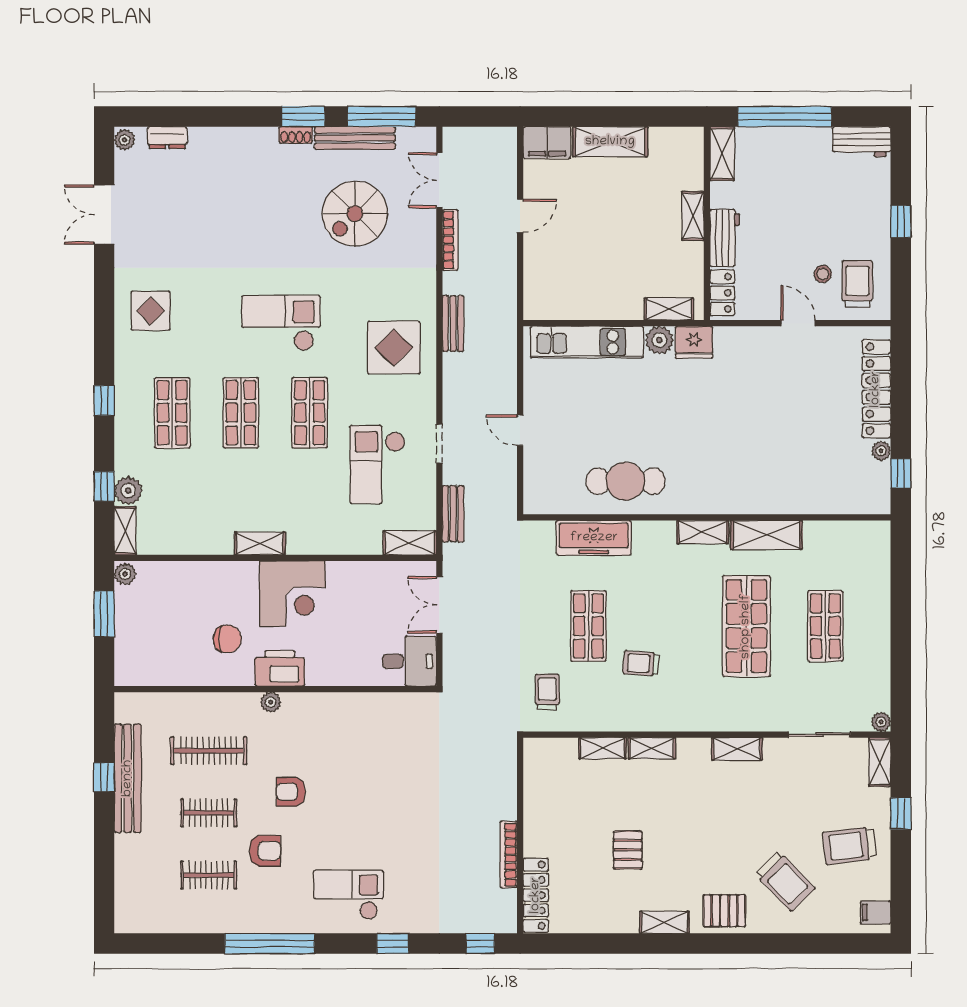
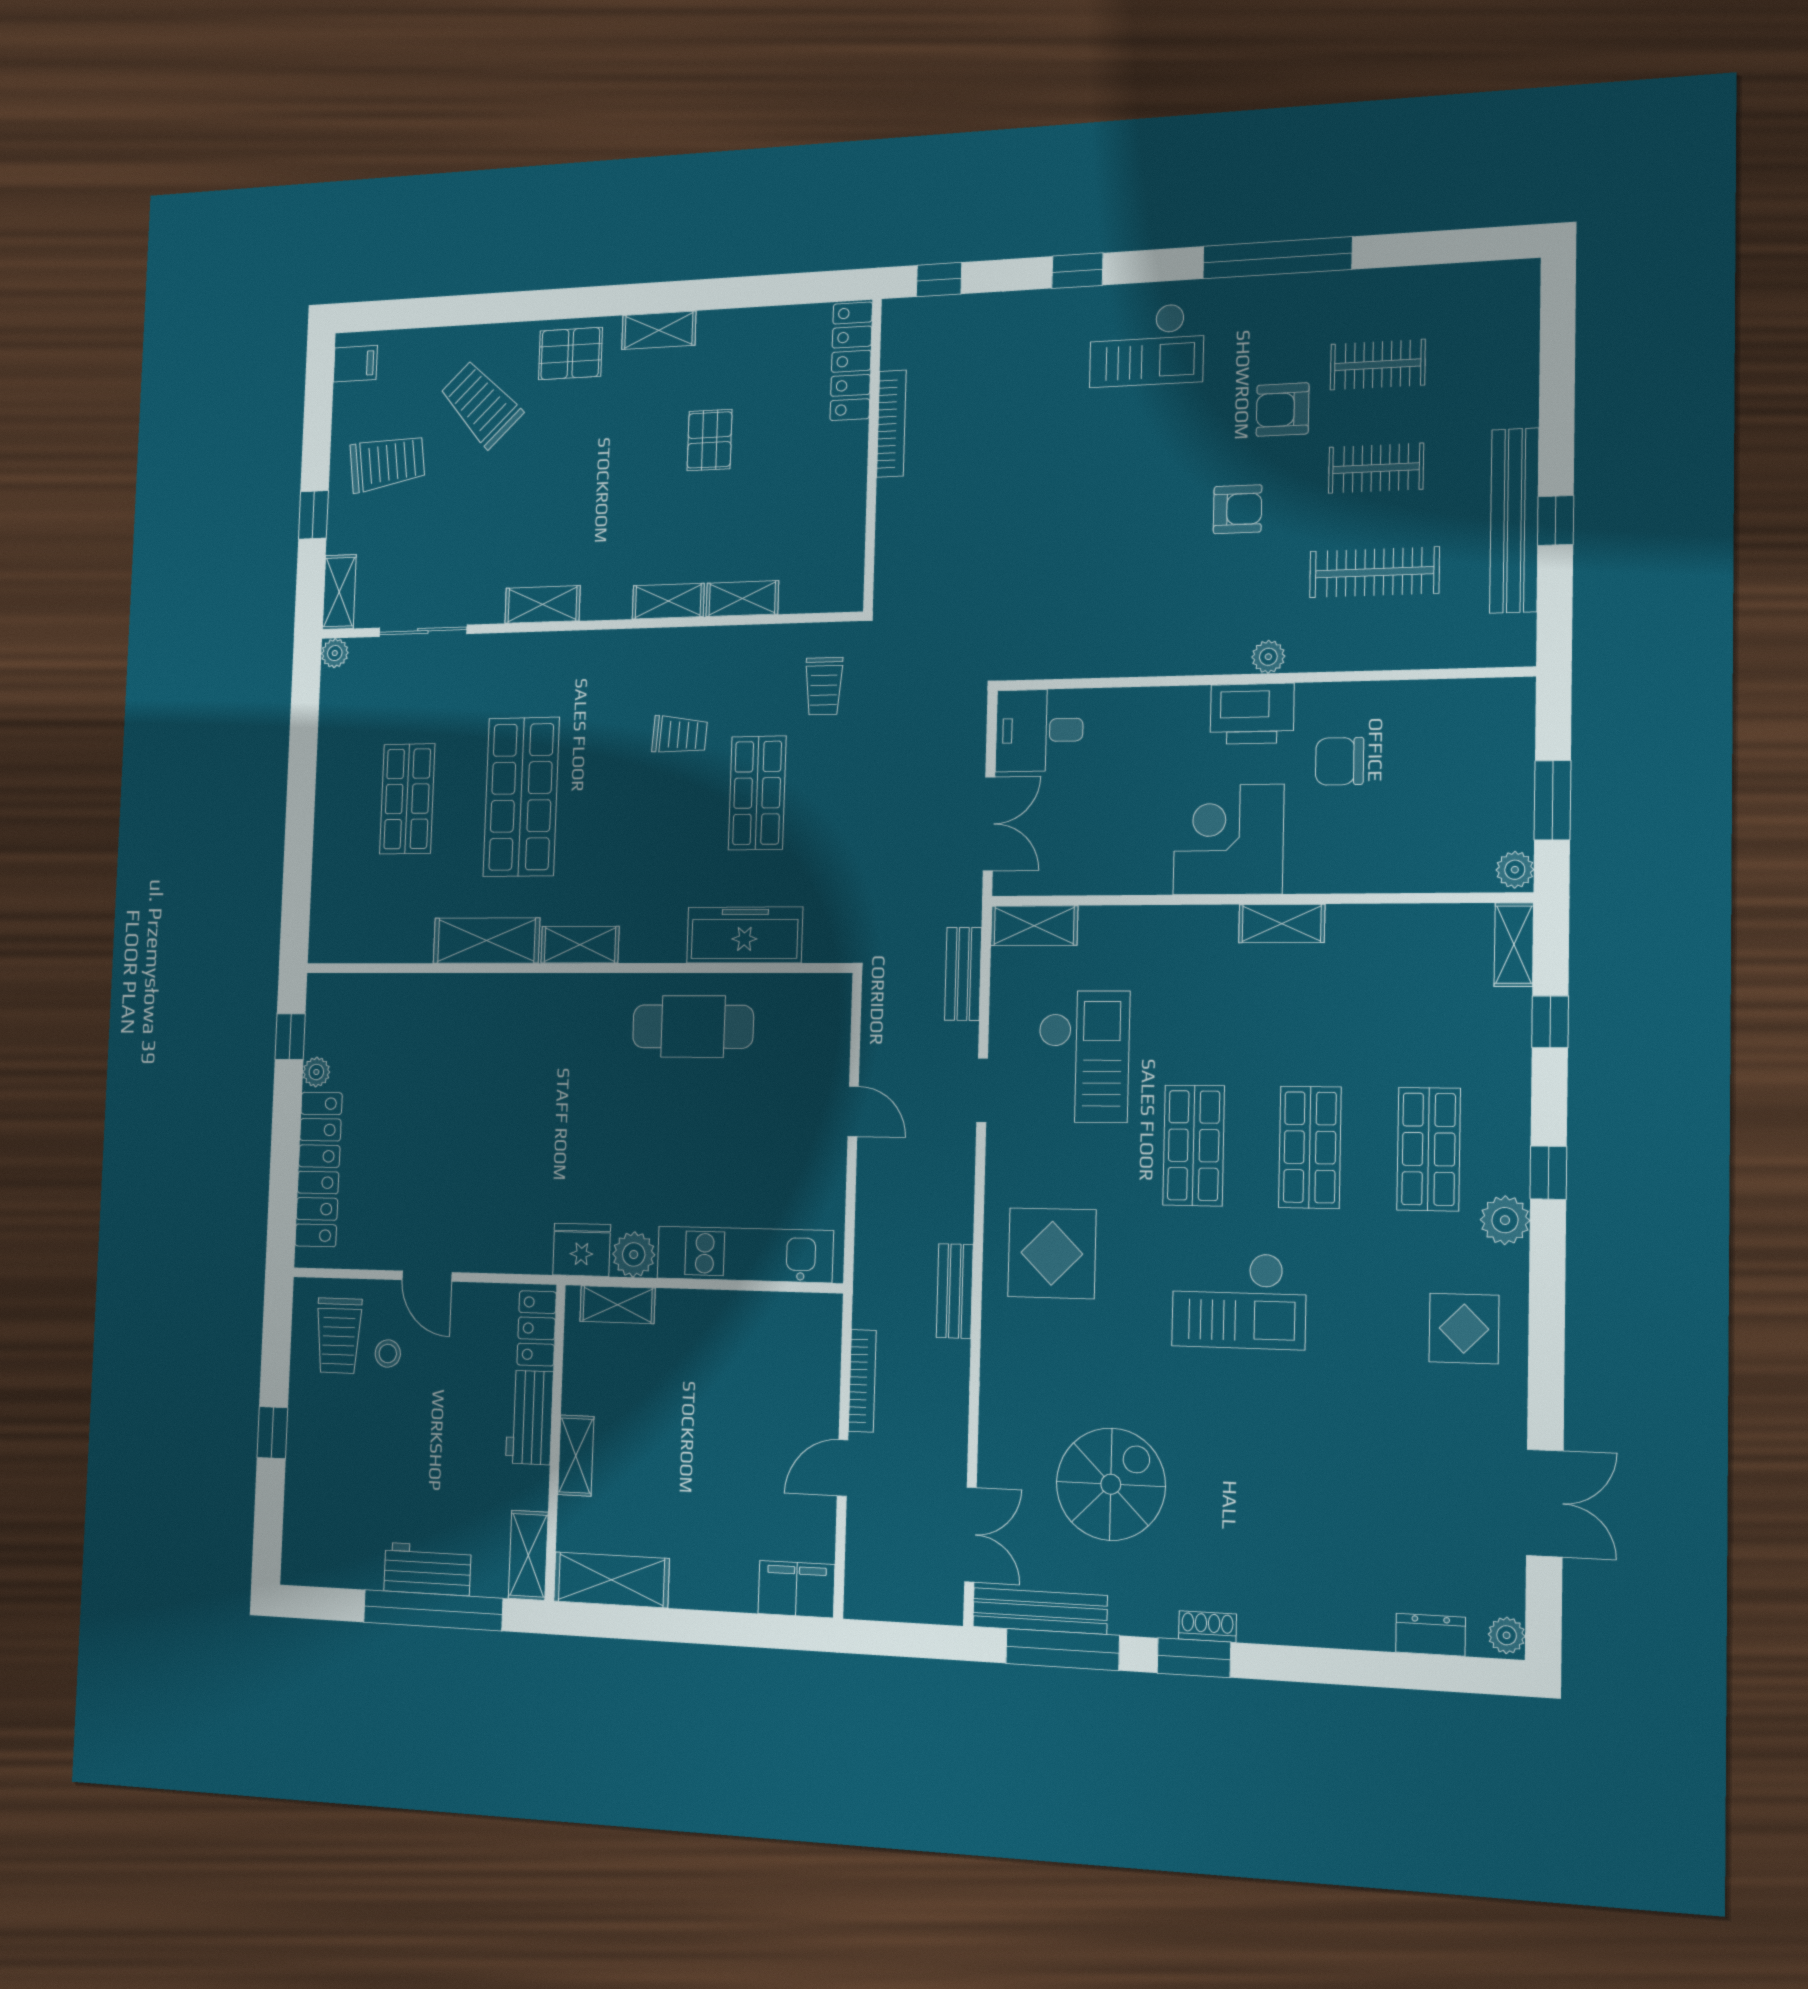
bench: (355, 138) -> (1040, 1611), moved
shelving: (610, 142) -> (611, 1580), moved
workbench: (862, 142) -> (427, 1569), moved
bookcase: (450, 240) -> (862, 1381), moved, turned 180
plant: (128, 491) -> (1505, 1220), moved

